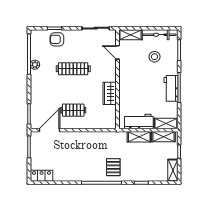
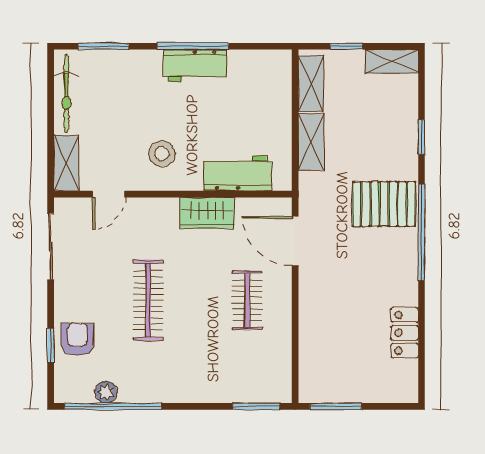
armchair: (57, 39) -> (77, 339), turned 180
stool: (155, 57) -> (162, 154), moved
plant: (35, 65) -> (106, 392), moved
workbench: (139, 121) -> (238, 173), moved, turned 90
shelving: (166, 123) -> (279, 78), removed
door: (49, 130) -> (295, 241), moved
pallet: (113, 167) -> (384, 204), width x1.50, depth x1.42
locker: (42, 176) -> (405, 333), moved

